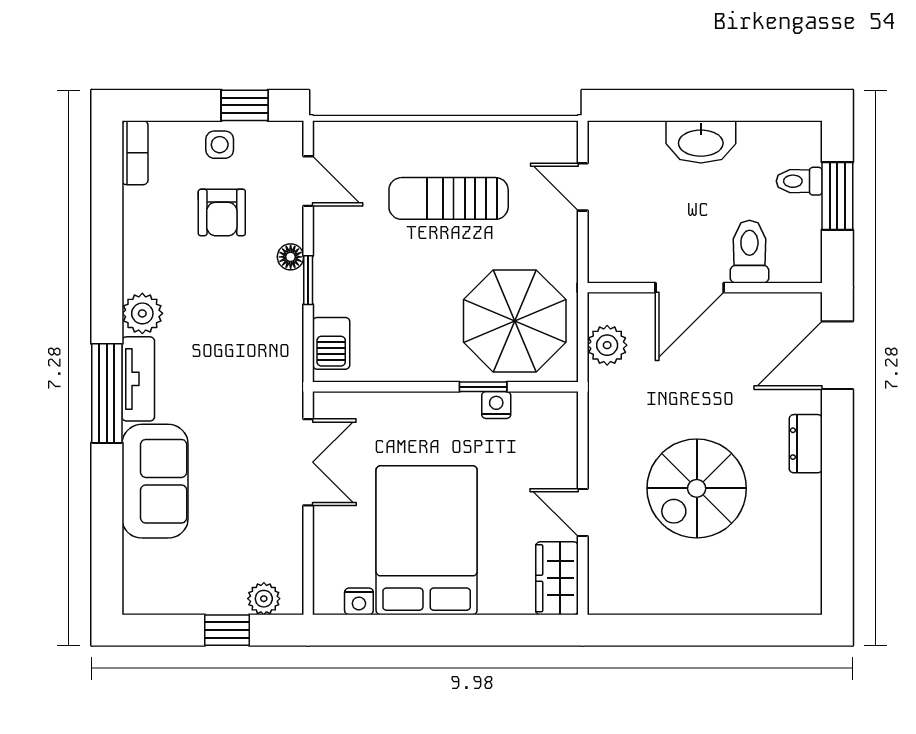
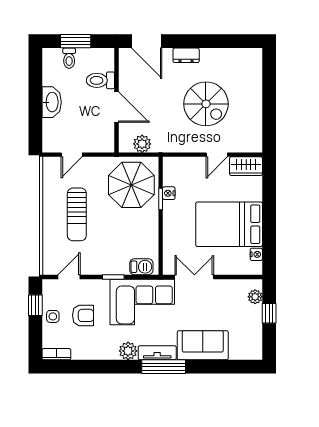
floor lamp: (291, 257) -> (103, 285), removed
corner sofa: (252, 345) -> (142, 302), added

